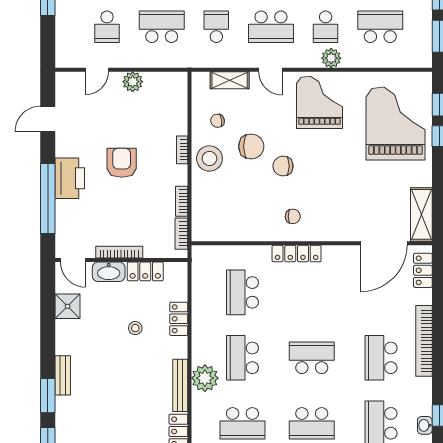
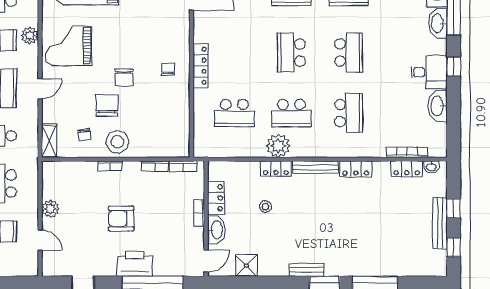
shelving: (230, 80) -> (49, 141), moved
bookcase: (119, 252) -> (199, 213), width x0.64
locker: (179, 319) -> (276, 169), moved
plant: (205, 378) -> (278, 146), moved

